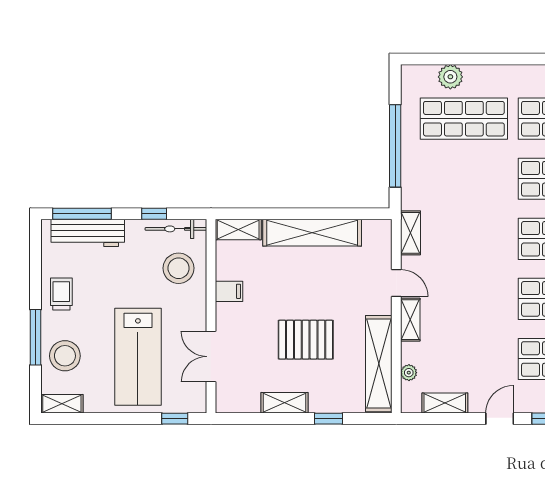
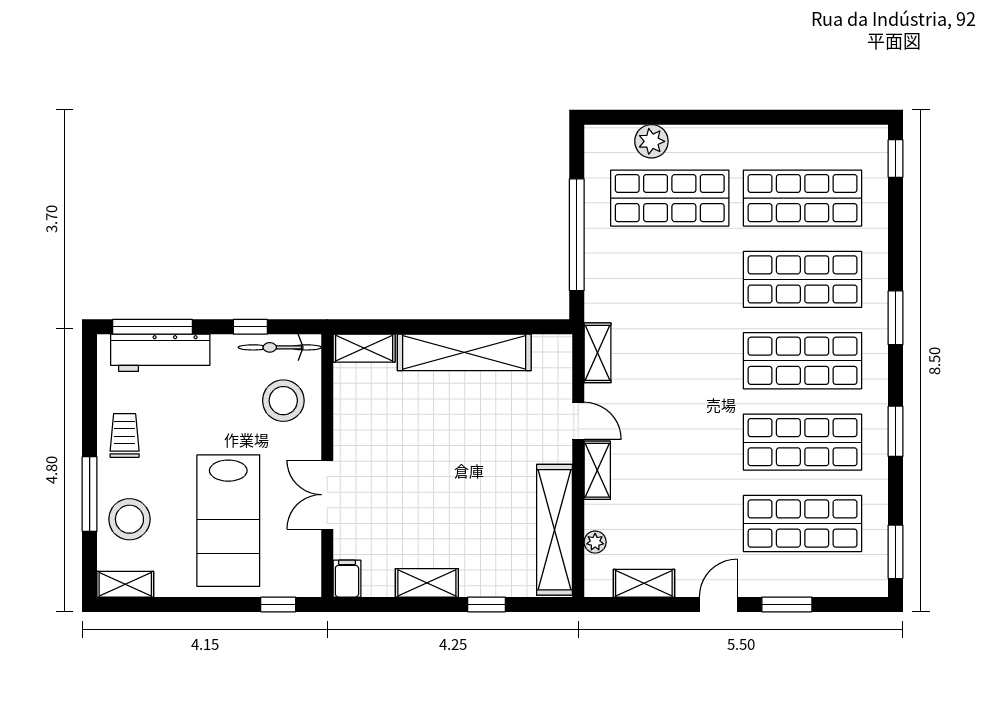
filing cabinet: (229, 291) -> (347, 579), moved, turned -90
pallet: (306, 340) -> (455, 497), removed
double door: (211, 357) -> (327, 495), moved

